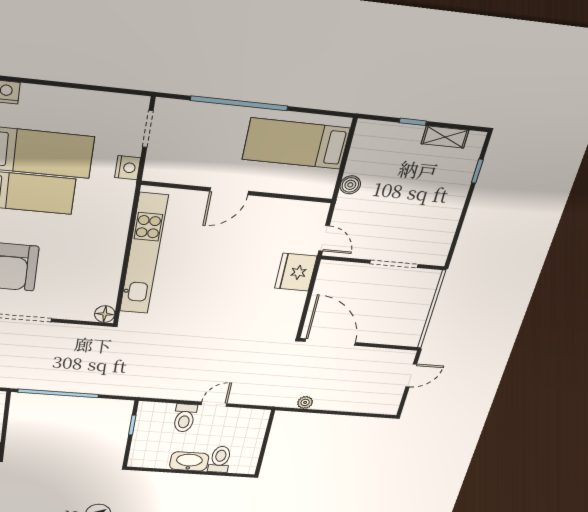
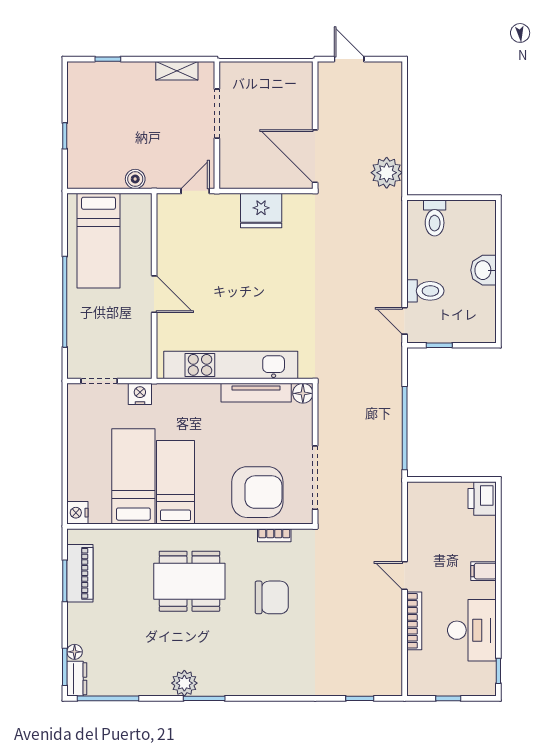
shelving: (445, 137) -> (177, 71), moved, turned 90
fridge: (296, 272) -> (261, 211), moved
tv unit: (112, 274) -> (256, 393), added
door: (330, 342) -> (315, 156), hinge flipped
plant: (305, 402) -> (387, 173), width x1.88, depth x1.88
door: (214, 404) -> (405, 321), moved
toilet: (220, 459) -> (435, 218), moved, turned -90
washbasin: (189, 461) -> (484, 270), width x0.72

